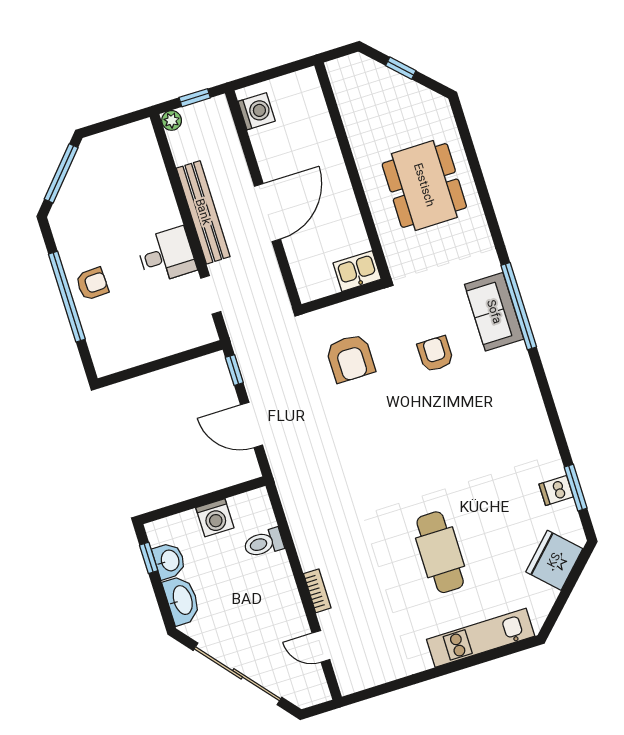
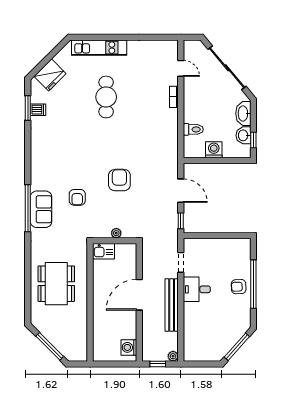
window: (401, 68) -> (50, 346), width x2.17
plant: (344, 311) -> (116, 233), added
armchair: (350, 358) -> (119, 180), moved

